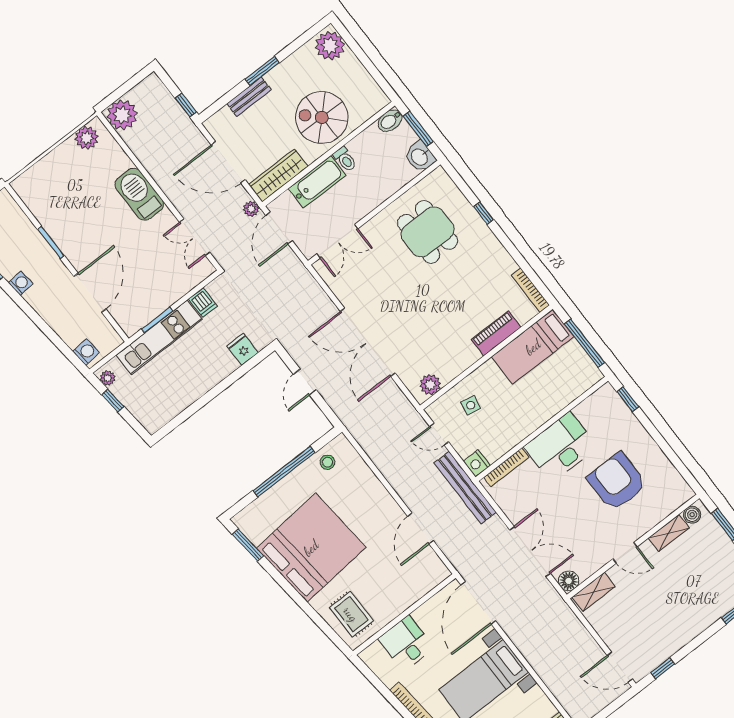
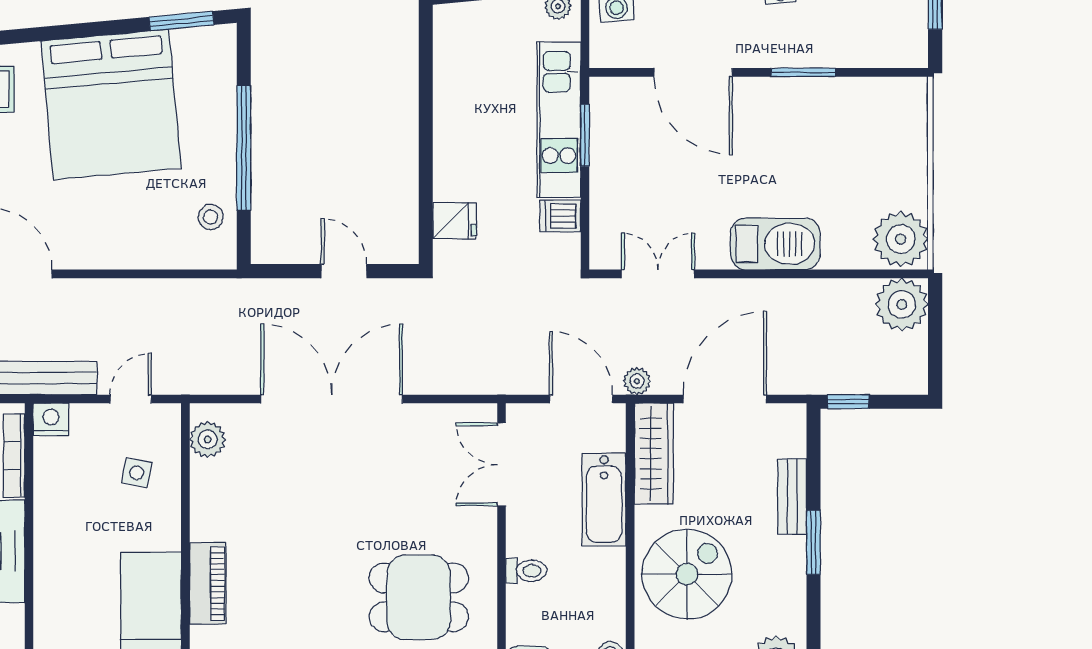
plant: (87, 138) -> (901, 239), width x1.36, depth x1.36
toilet: (345, 159) -> (526, 571), moved, turned 180

